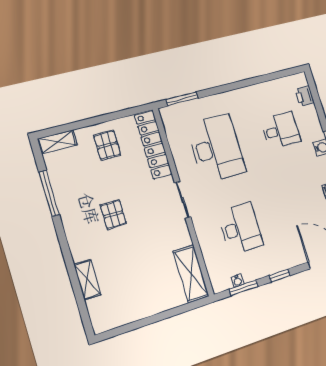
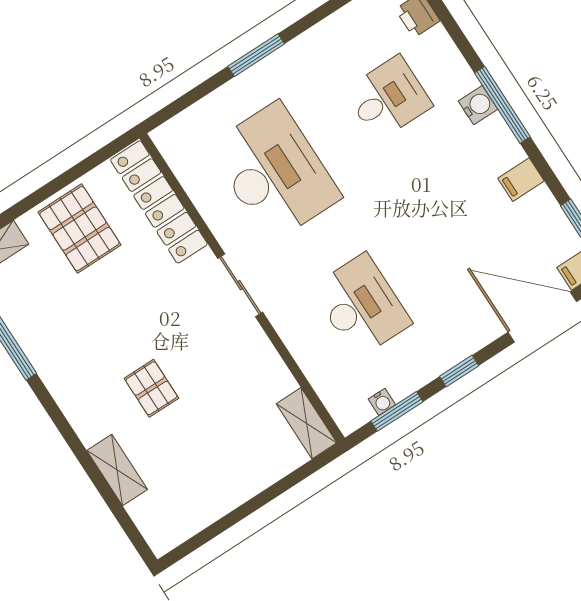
window: (182, 99) -> (256, 55), moved
pallet: (107, 145) -> (79, 229), width x1.50, depth x1.42
pallet: (113, 214) -> (151, 388), moved
shelving: (191, 274) -> (306, 423), width x0.67, depth x0.75

